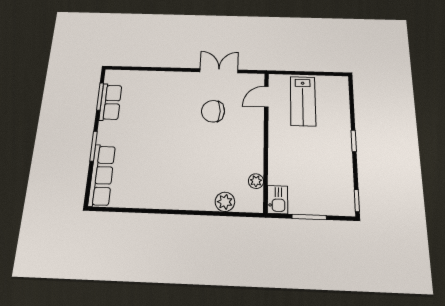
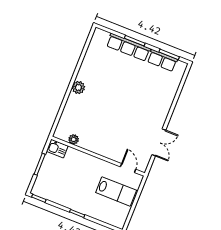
lab bench: (303, 101) -> (116, 191), turned 180
chair: (213, 111) -> (131, 128), removed
row of seats: (102, 175) -> (128, 47), moved
plant: (225, 202) -> (78, 87), moved

